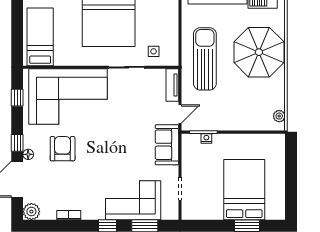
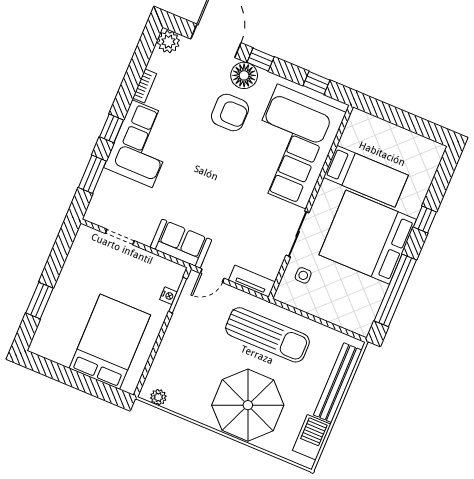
bed: (40, 37) -> (366, 176), moved
door: (180, 114) -> (212, 276), hinge flipped
floor lamp: (28, 154) -> (244, 75), width x1.89, depth x1.89
bed: (244, 190) -> (110, 342), moved, turned -90
corner sofa: (133, 200) -> (142, 144), moved

